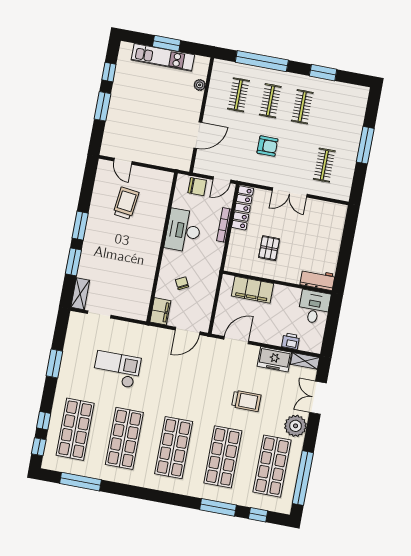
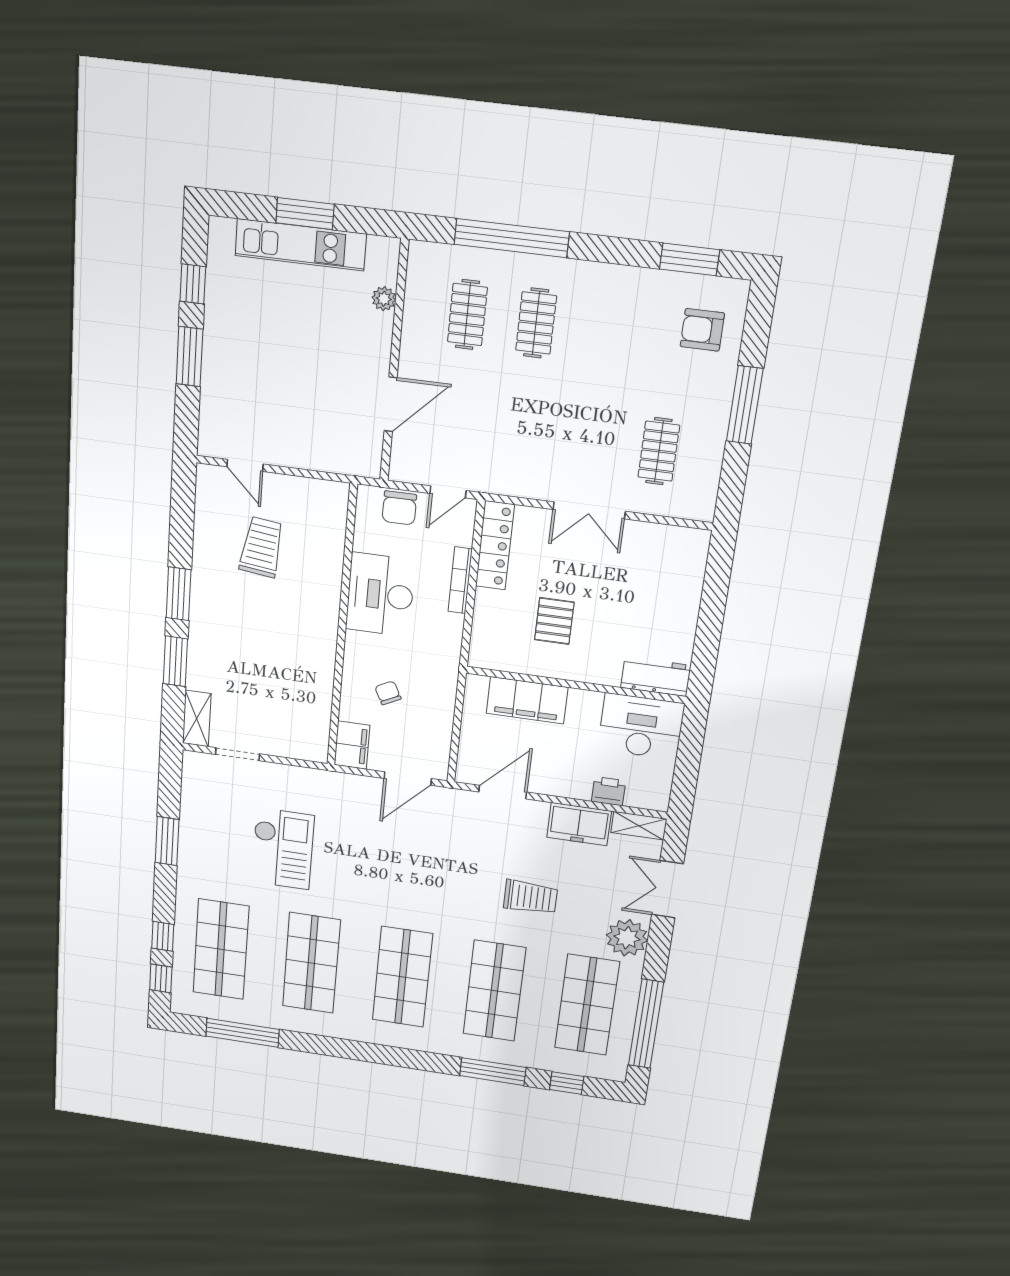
window: (323, 73) -> (690, 259), moved
clothes rail: (302, 107) -> (605, 332), removed
armchair: (267, 146) -> (702, 330), moved, turned 180
chair: (197, 187) -> (399, 508), turned 90
desk: (314, 307) -> (641, 726), width x1.37
checkout: (117, 369) -> (283, 849), turned 90

